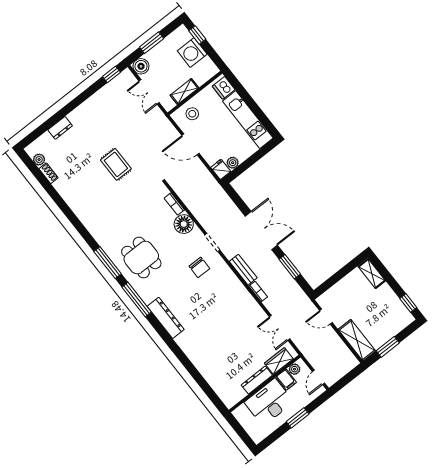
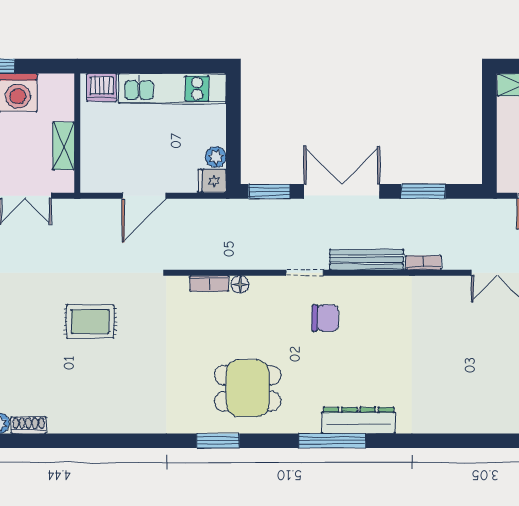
stool: (192, 114) -> (103, 160), removed
window: (236, 198) -> (269, 191), added
floor lamp: (184, 224) -> (240, 285), width x0.53, depth x0.53
window: (108, 263) -> (218, 441), width x0.69
bench: (243, 270) -> (367, 260), width x1.36
window: (137, 300) -> (332, 441), moved

